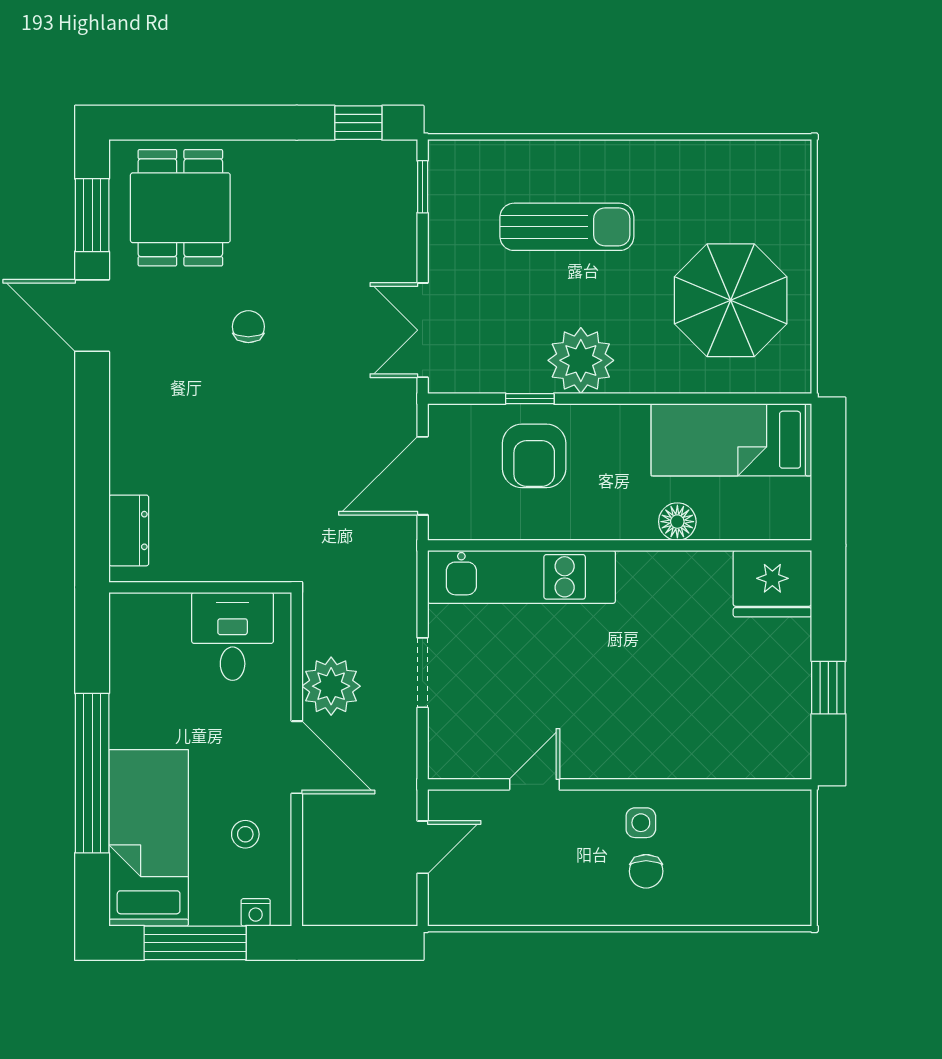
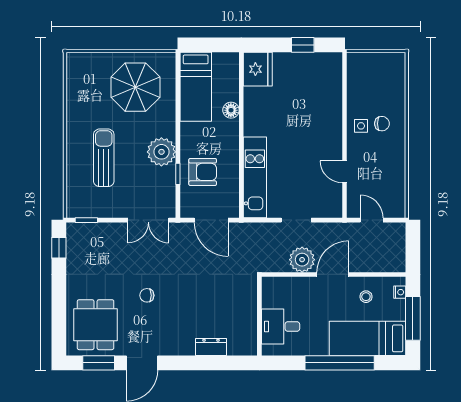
dining table: (180, 208) -> (96, 325), turned 90
dresser: (129, 530) -> (211, 347), moved
desk: (233, 636) -> (281, 326), moved

